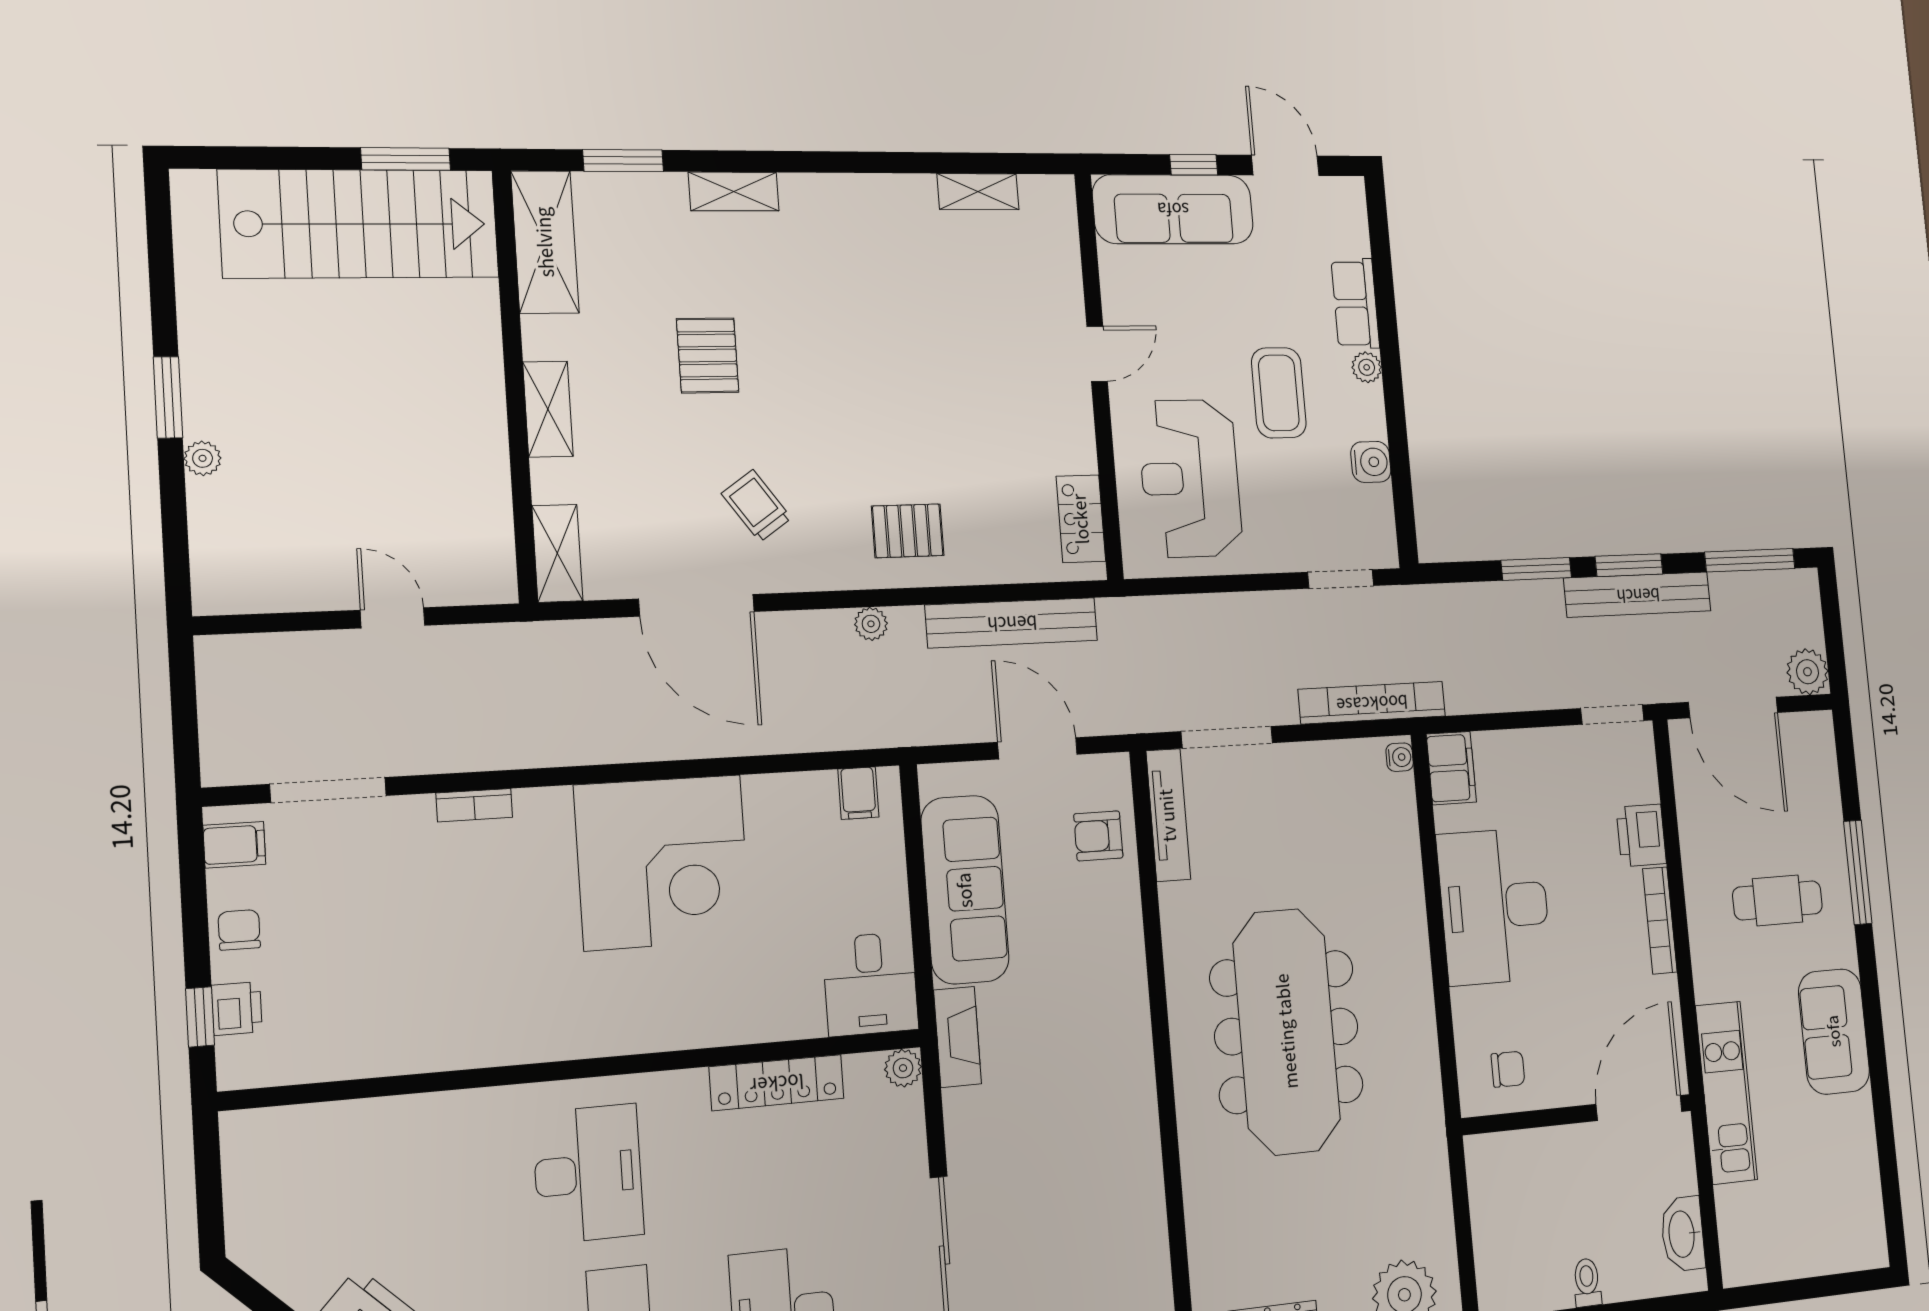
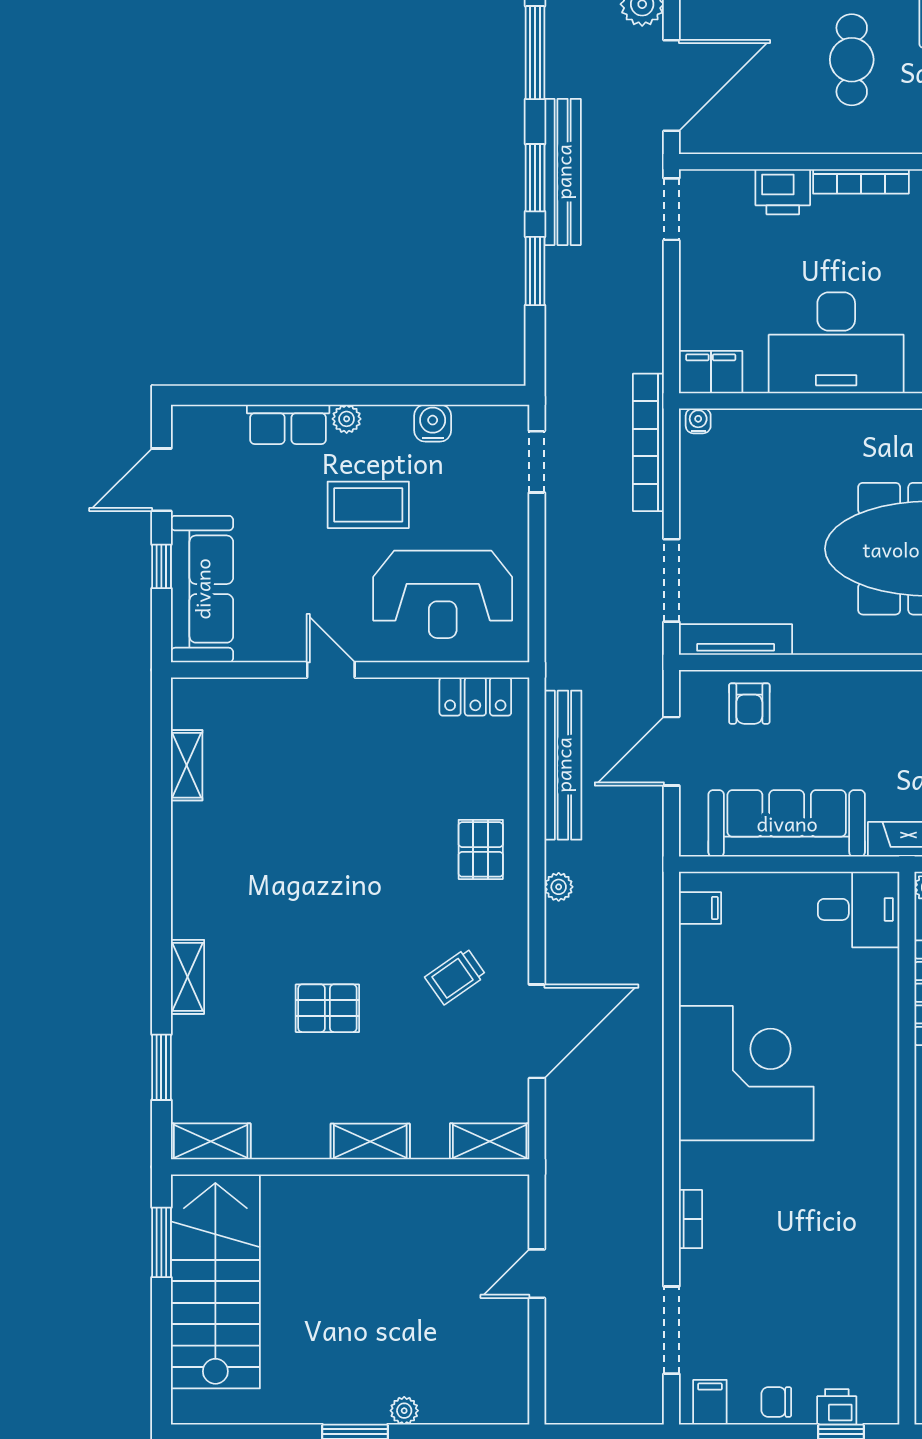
shelving: (545, 242) -> (211, 1141), width x0.67, depth x0.75

